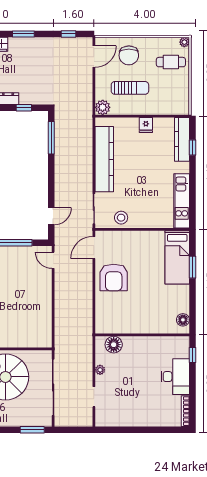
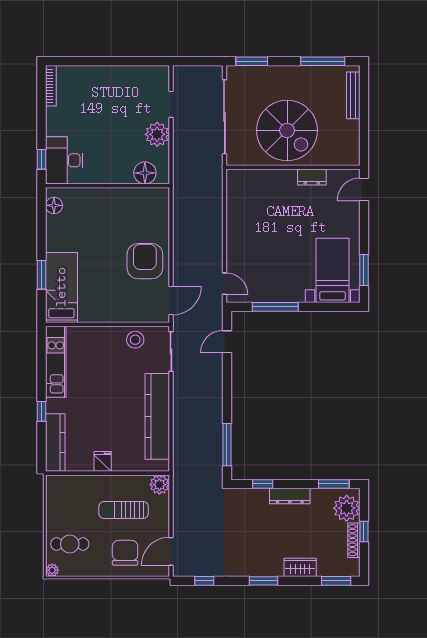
window: (192, 148) -> (41, 411), moved
plant: (100, 370) -> (157, 134), width x1.87, depth x1.87
desk: (175, 377) -> (64, 160), moved

